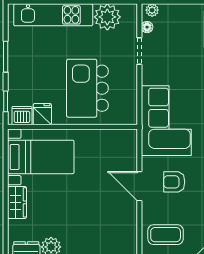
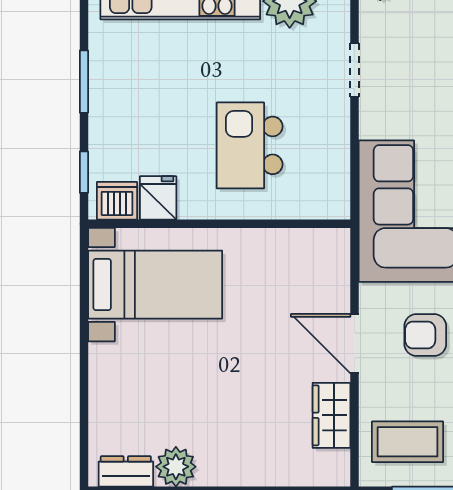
floor lamp: (147, 27) -> (370, 22), removed
kitchen island: (87, 88) -> (250, 145), width x0.73, depth x0.78
wardrobe: (17, 202) -> (331, 415), moved, turned 180

